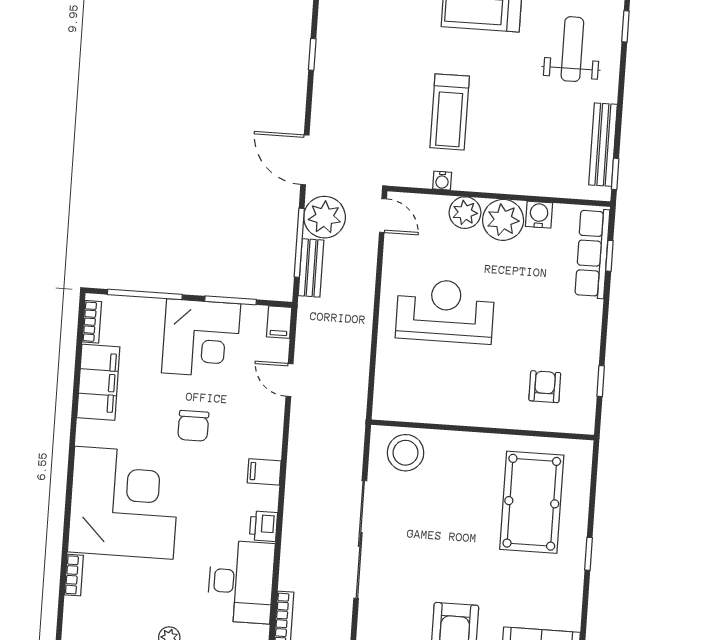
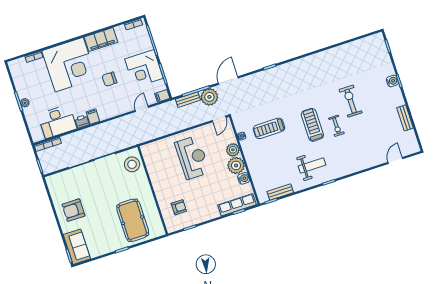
bench: (603, 145) -> (280, 192), width x0.73
filing cabinet: (98, 382) -> (101, 40), moved
filing cabinet: (264, 472) -> (93, 117), moved
pool table: (532, 502) -> (133, 220), turned 90

